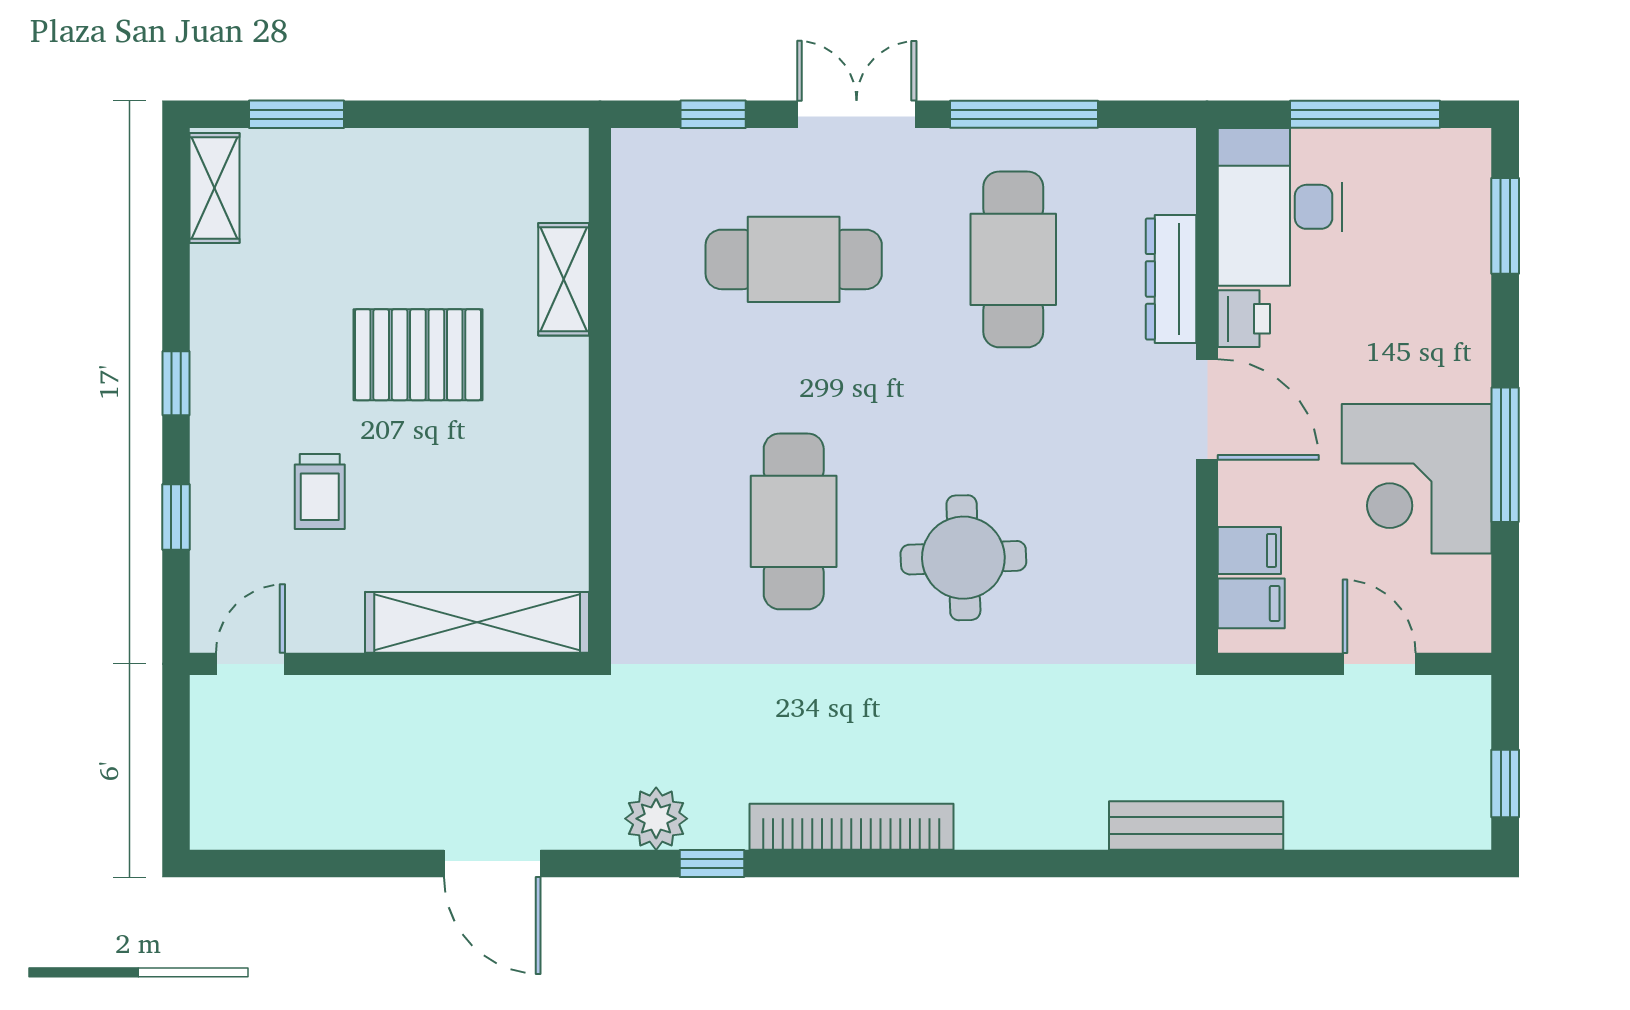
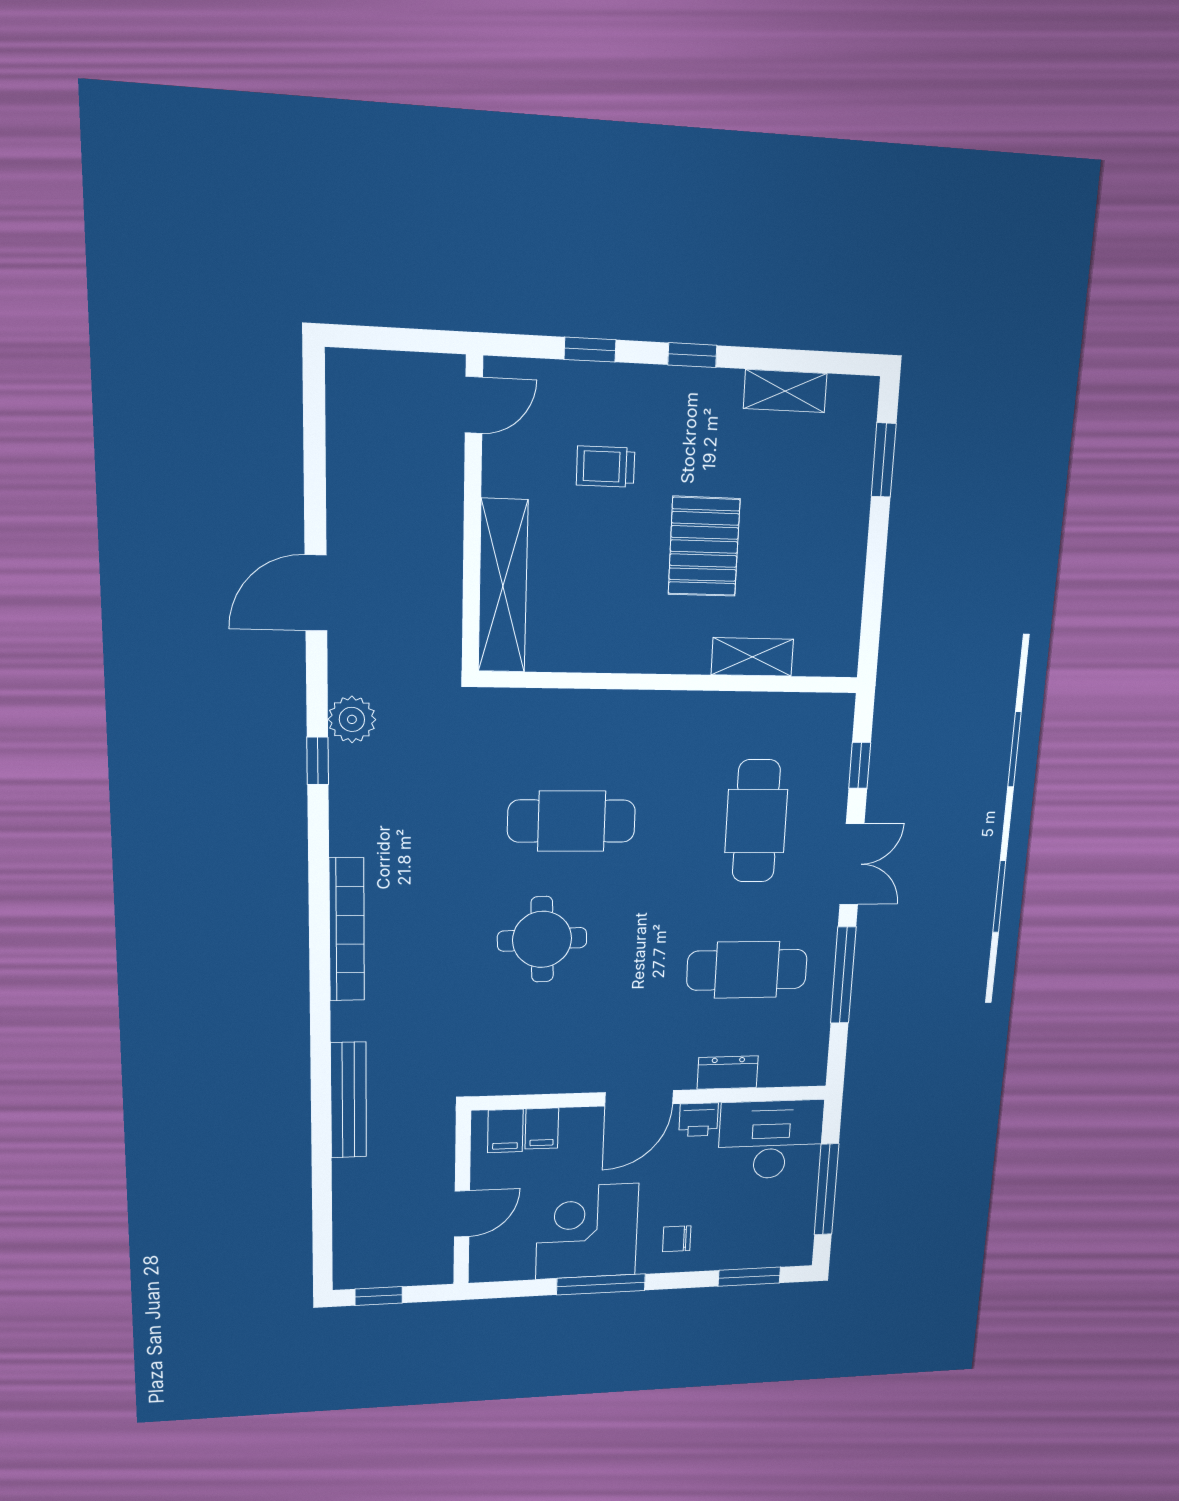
shelving: (214, 188) -> (785, 391), moved
dresser: (1171, 279) -> (728, 1073), width x0.70
chair: (1436, 342) -> (677, 1239), added
door: (250, 664) -> (474, 405), hinge flipped
bookcase: (851, 827) -> (347, 930), moved

